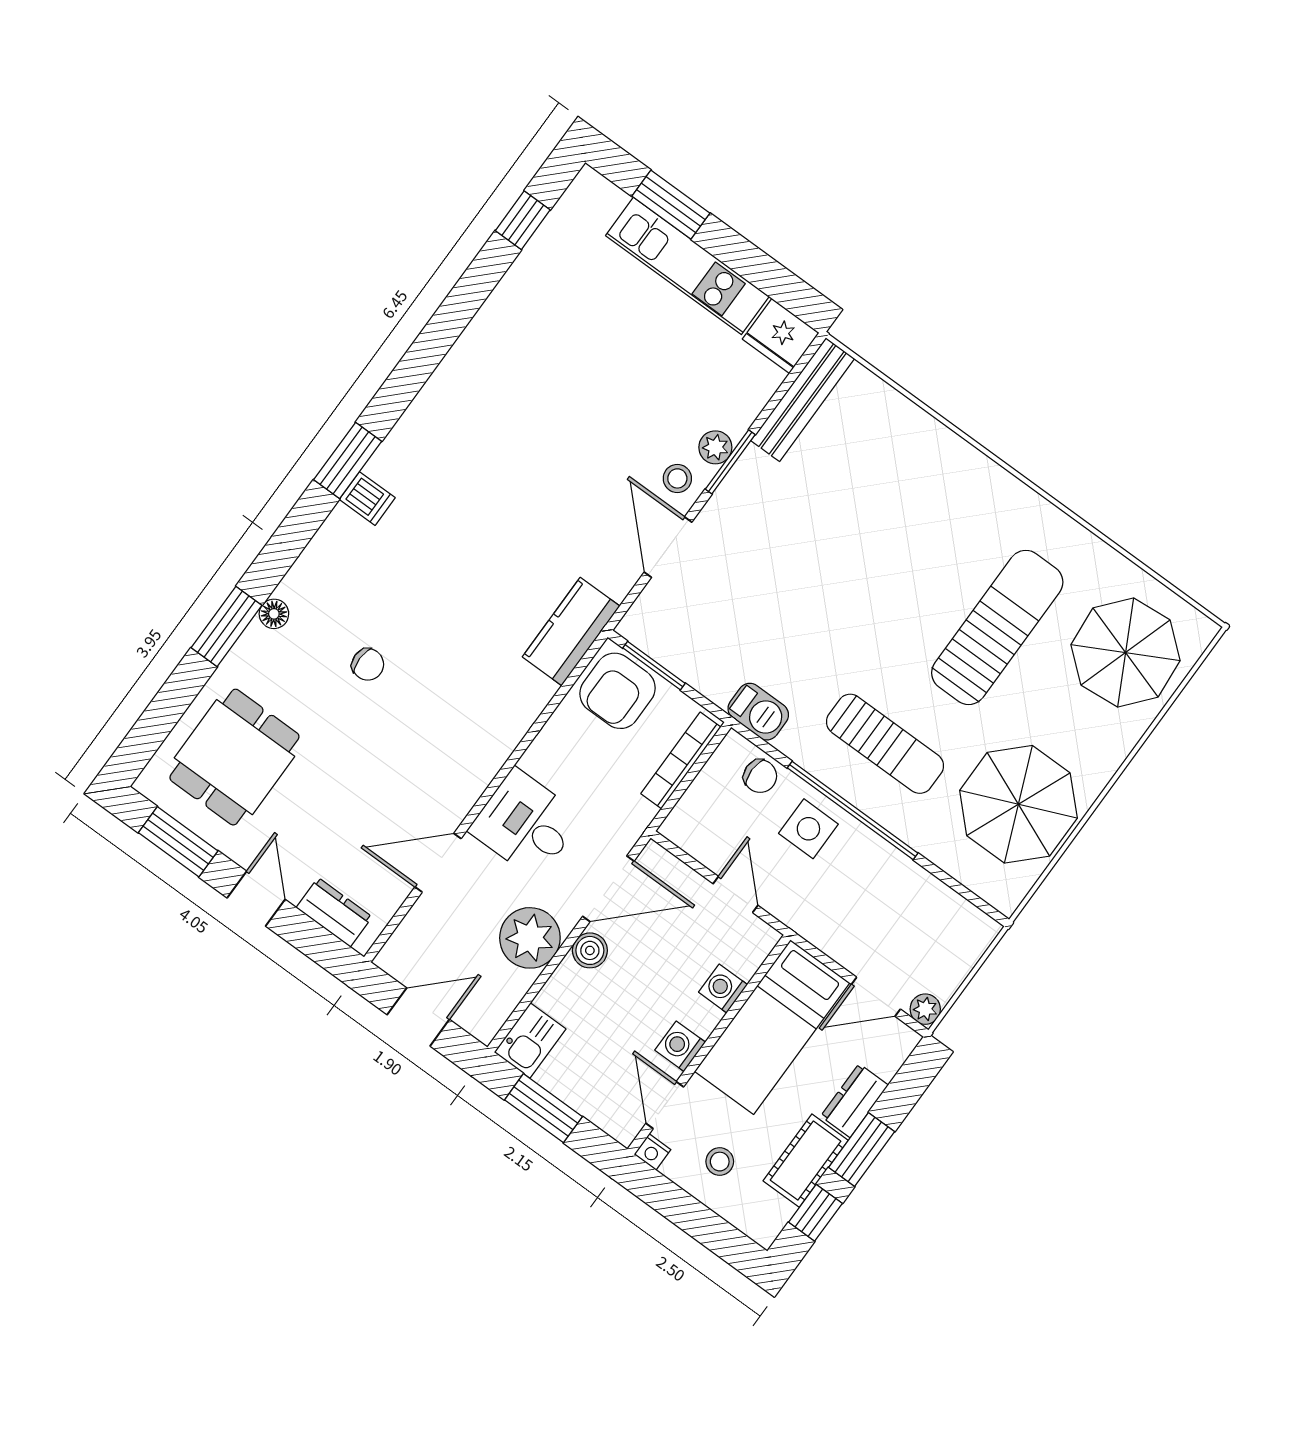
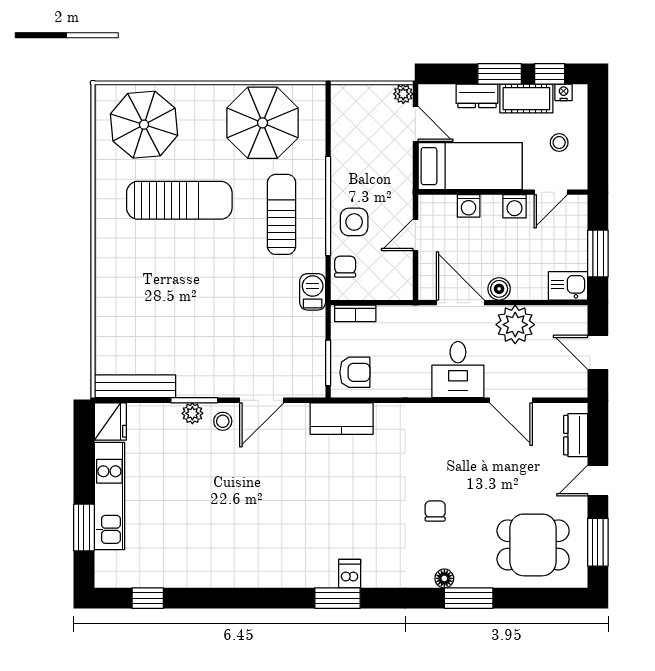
sun lounger: (997, 627) -> (179, 200), turned 180
armchair: (617, 691) -> (355, 372), width x0.72, depth x0.72
bookcase: (681, 760) -> (355, 313), width x0.64
nightstand: (652, 1152) -> (564, 92), moved, turned -90

